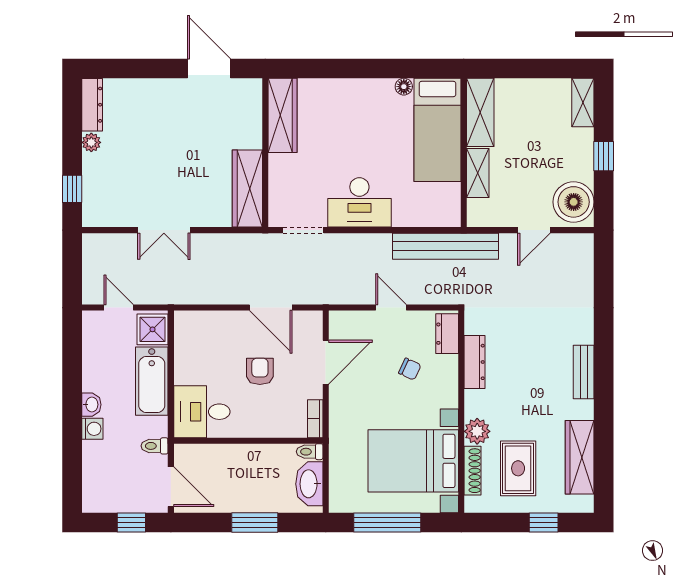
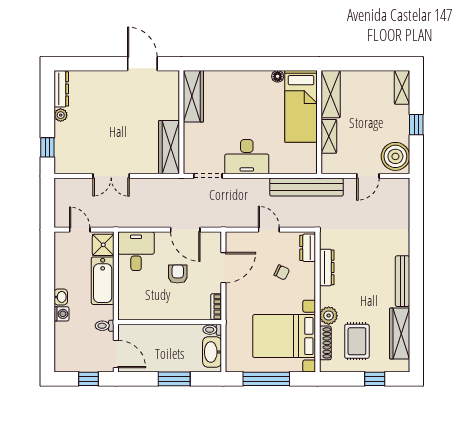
bench: (584, 372) -> (402, 281), width x1.36
desk: (202, 412) -> (136, 251), moved, turned 90

